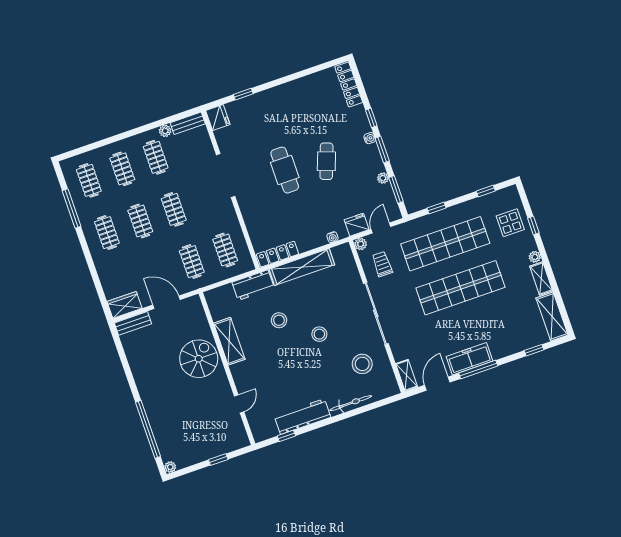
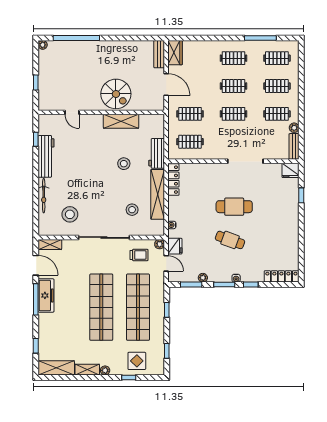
door: (167, 302) -> (166, 85), hinge flipped
stool: (319, 334) -> (132, 210), moved

